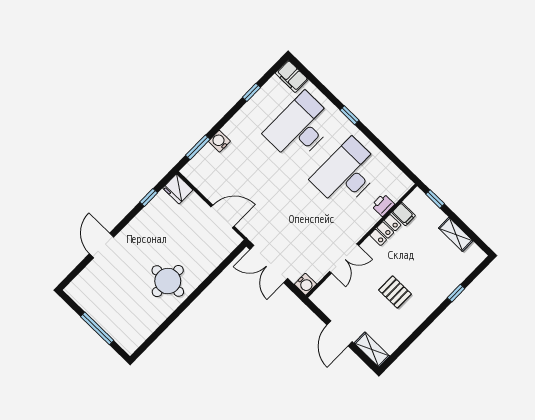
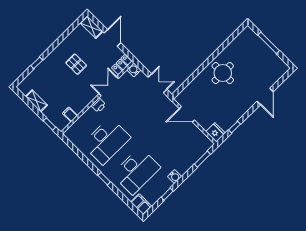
water cooler: (219, 141) -> (175, 177), moved
printer: (383, 205) -> (99, 105), moved
locker: (385, 230) -> (122, 65), moved
double door: (269, 264) -> (157, 83), width x0.73

